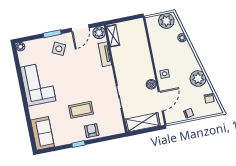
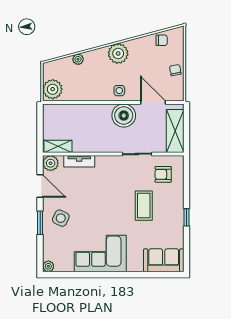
plant: (166, 21) -> (53, 89), moved
plant: (198, 79) -> (118, 54), moved
boiler: (151, 84) -> (124, 115), width x1.86, depth x1.86
armchair: (92, 131) -> (163, 174), moved

